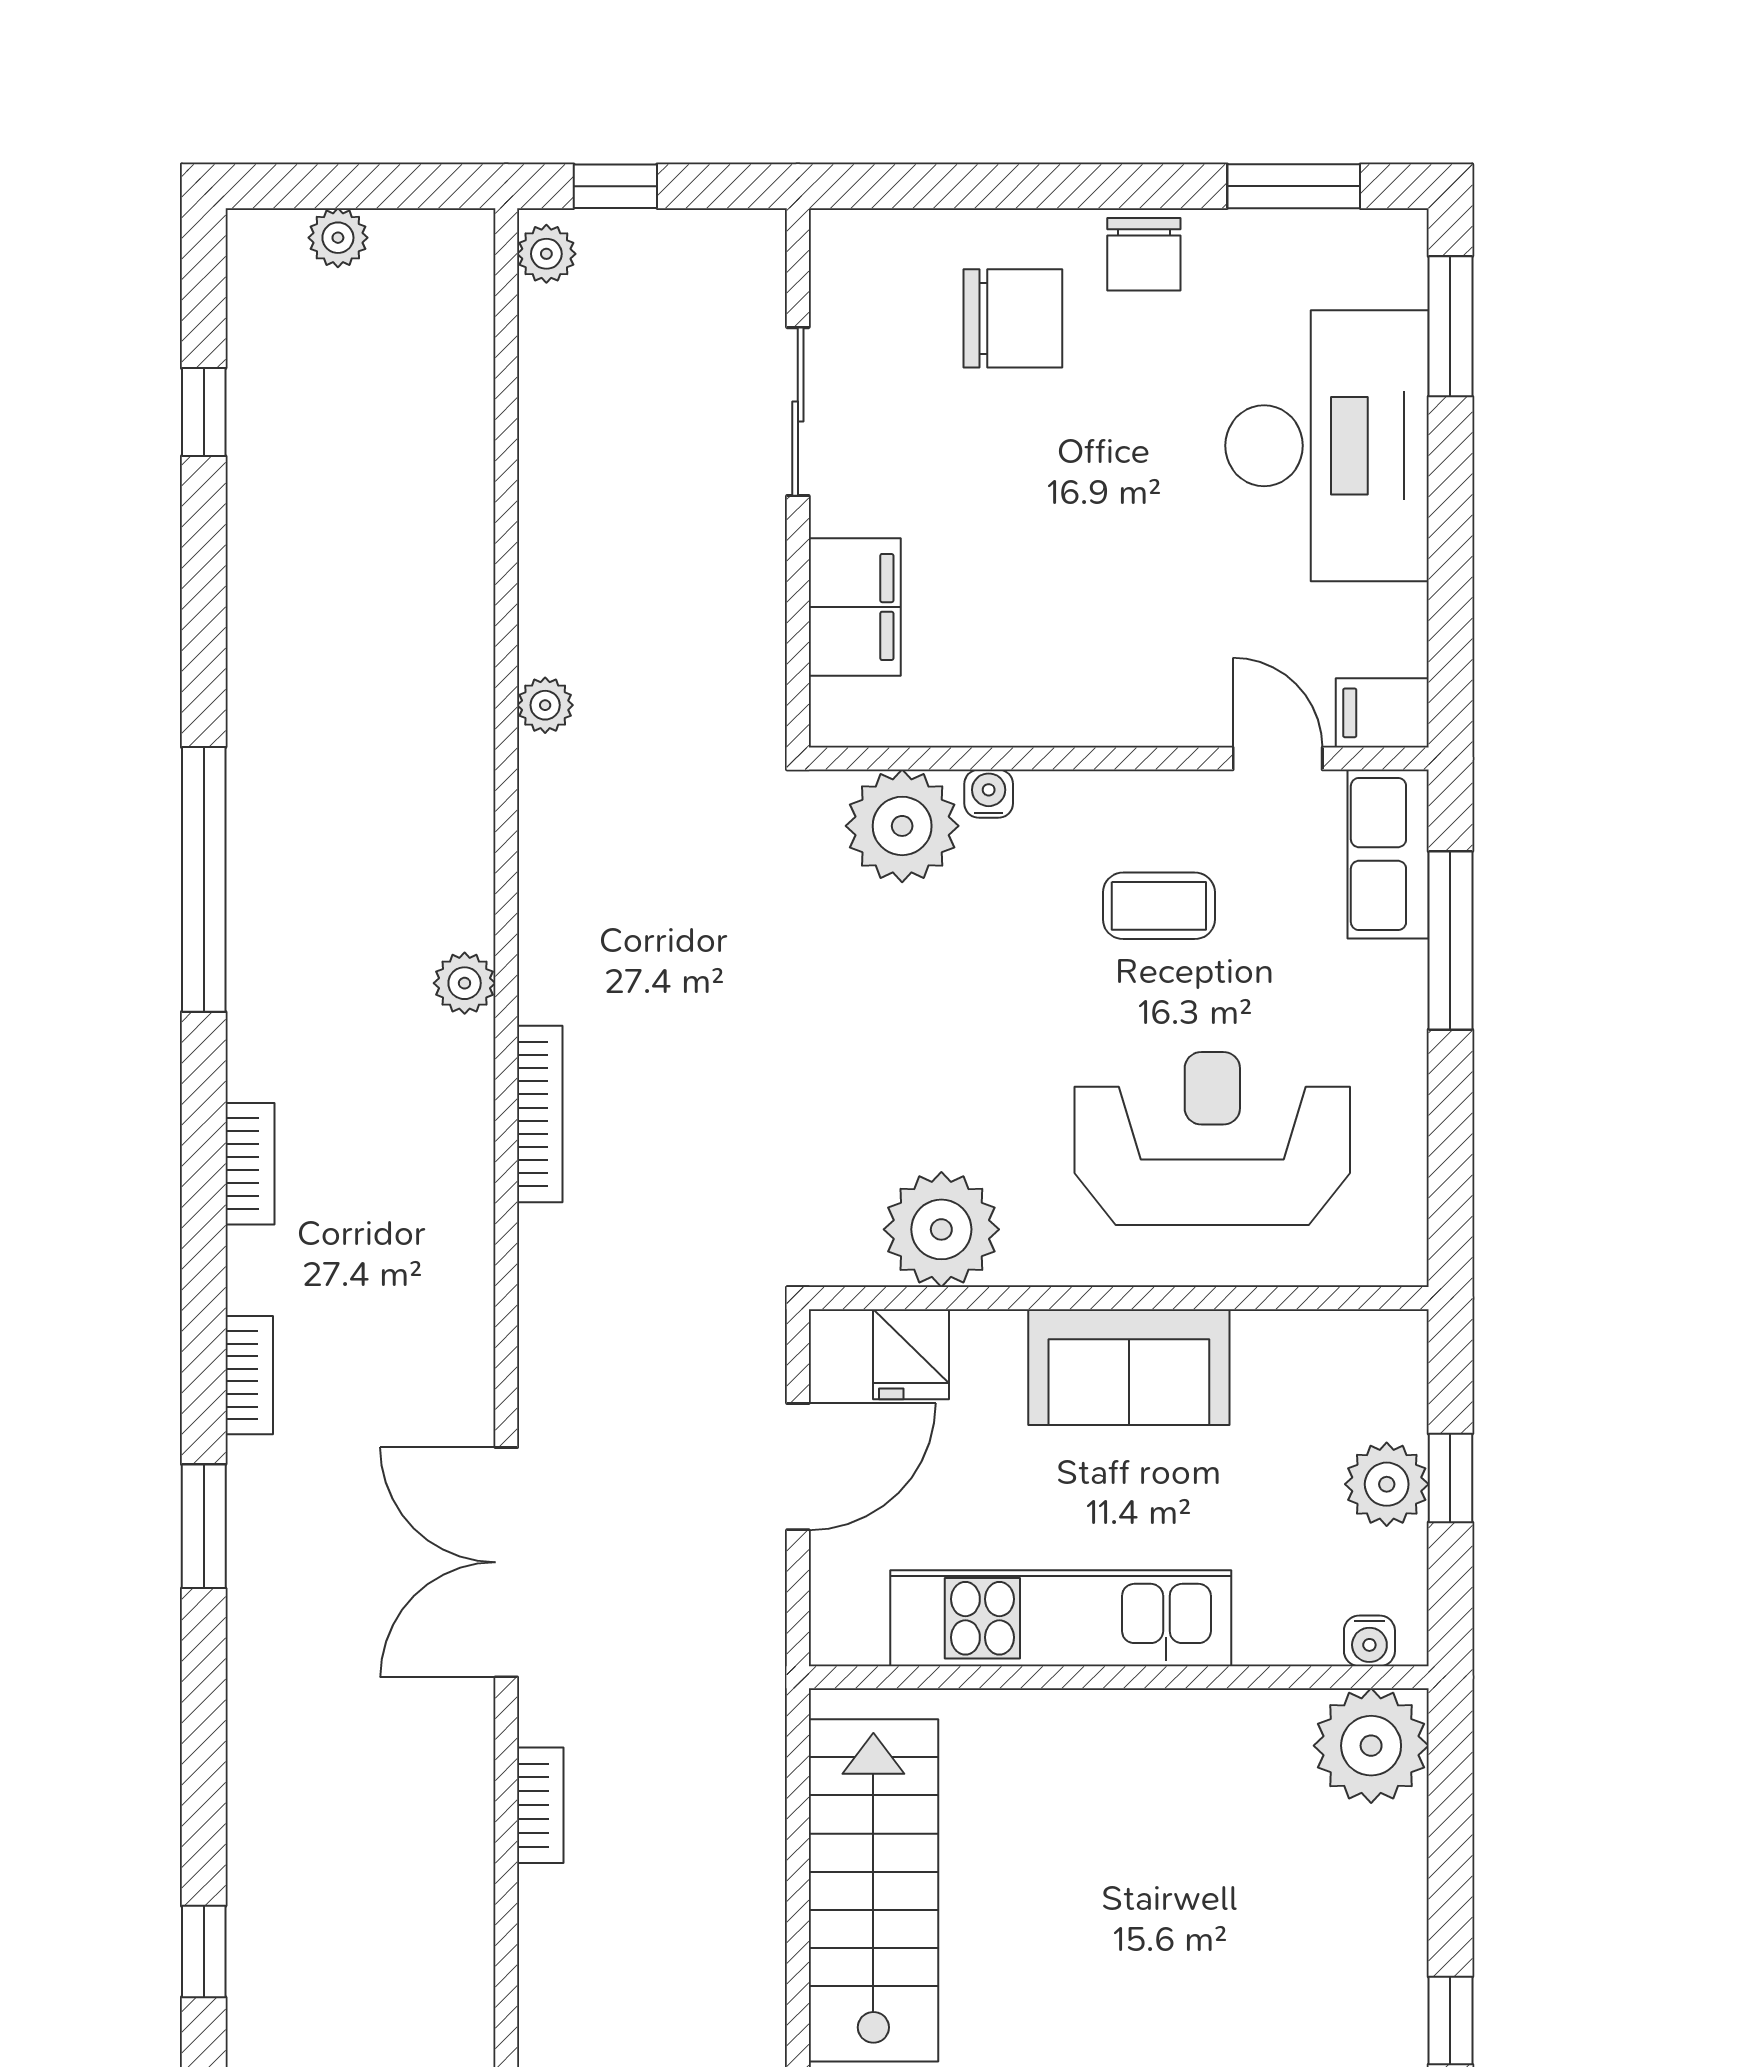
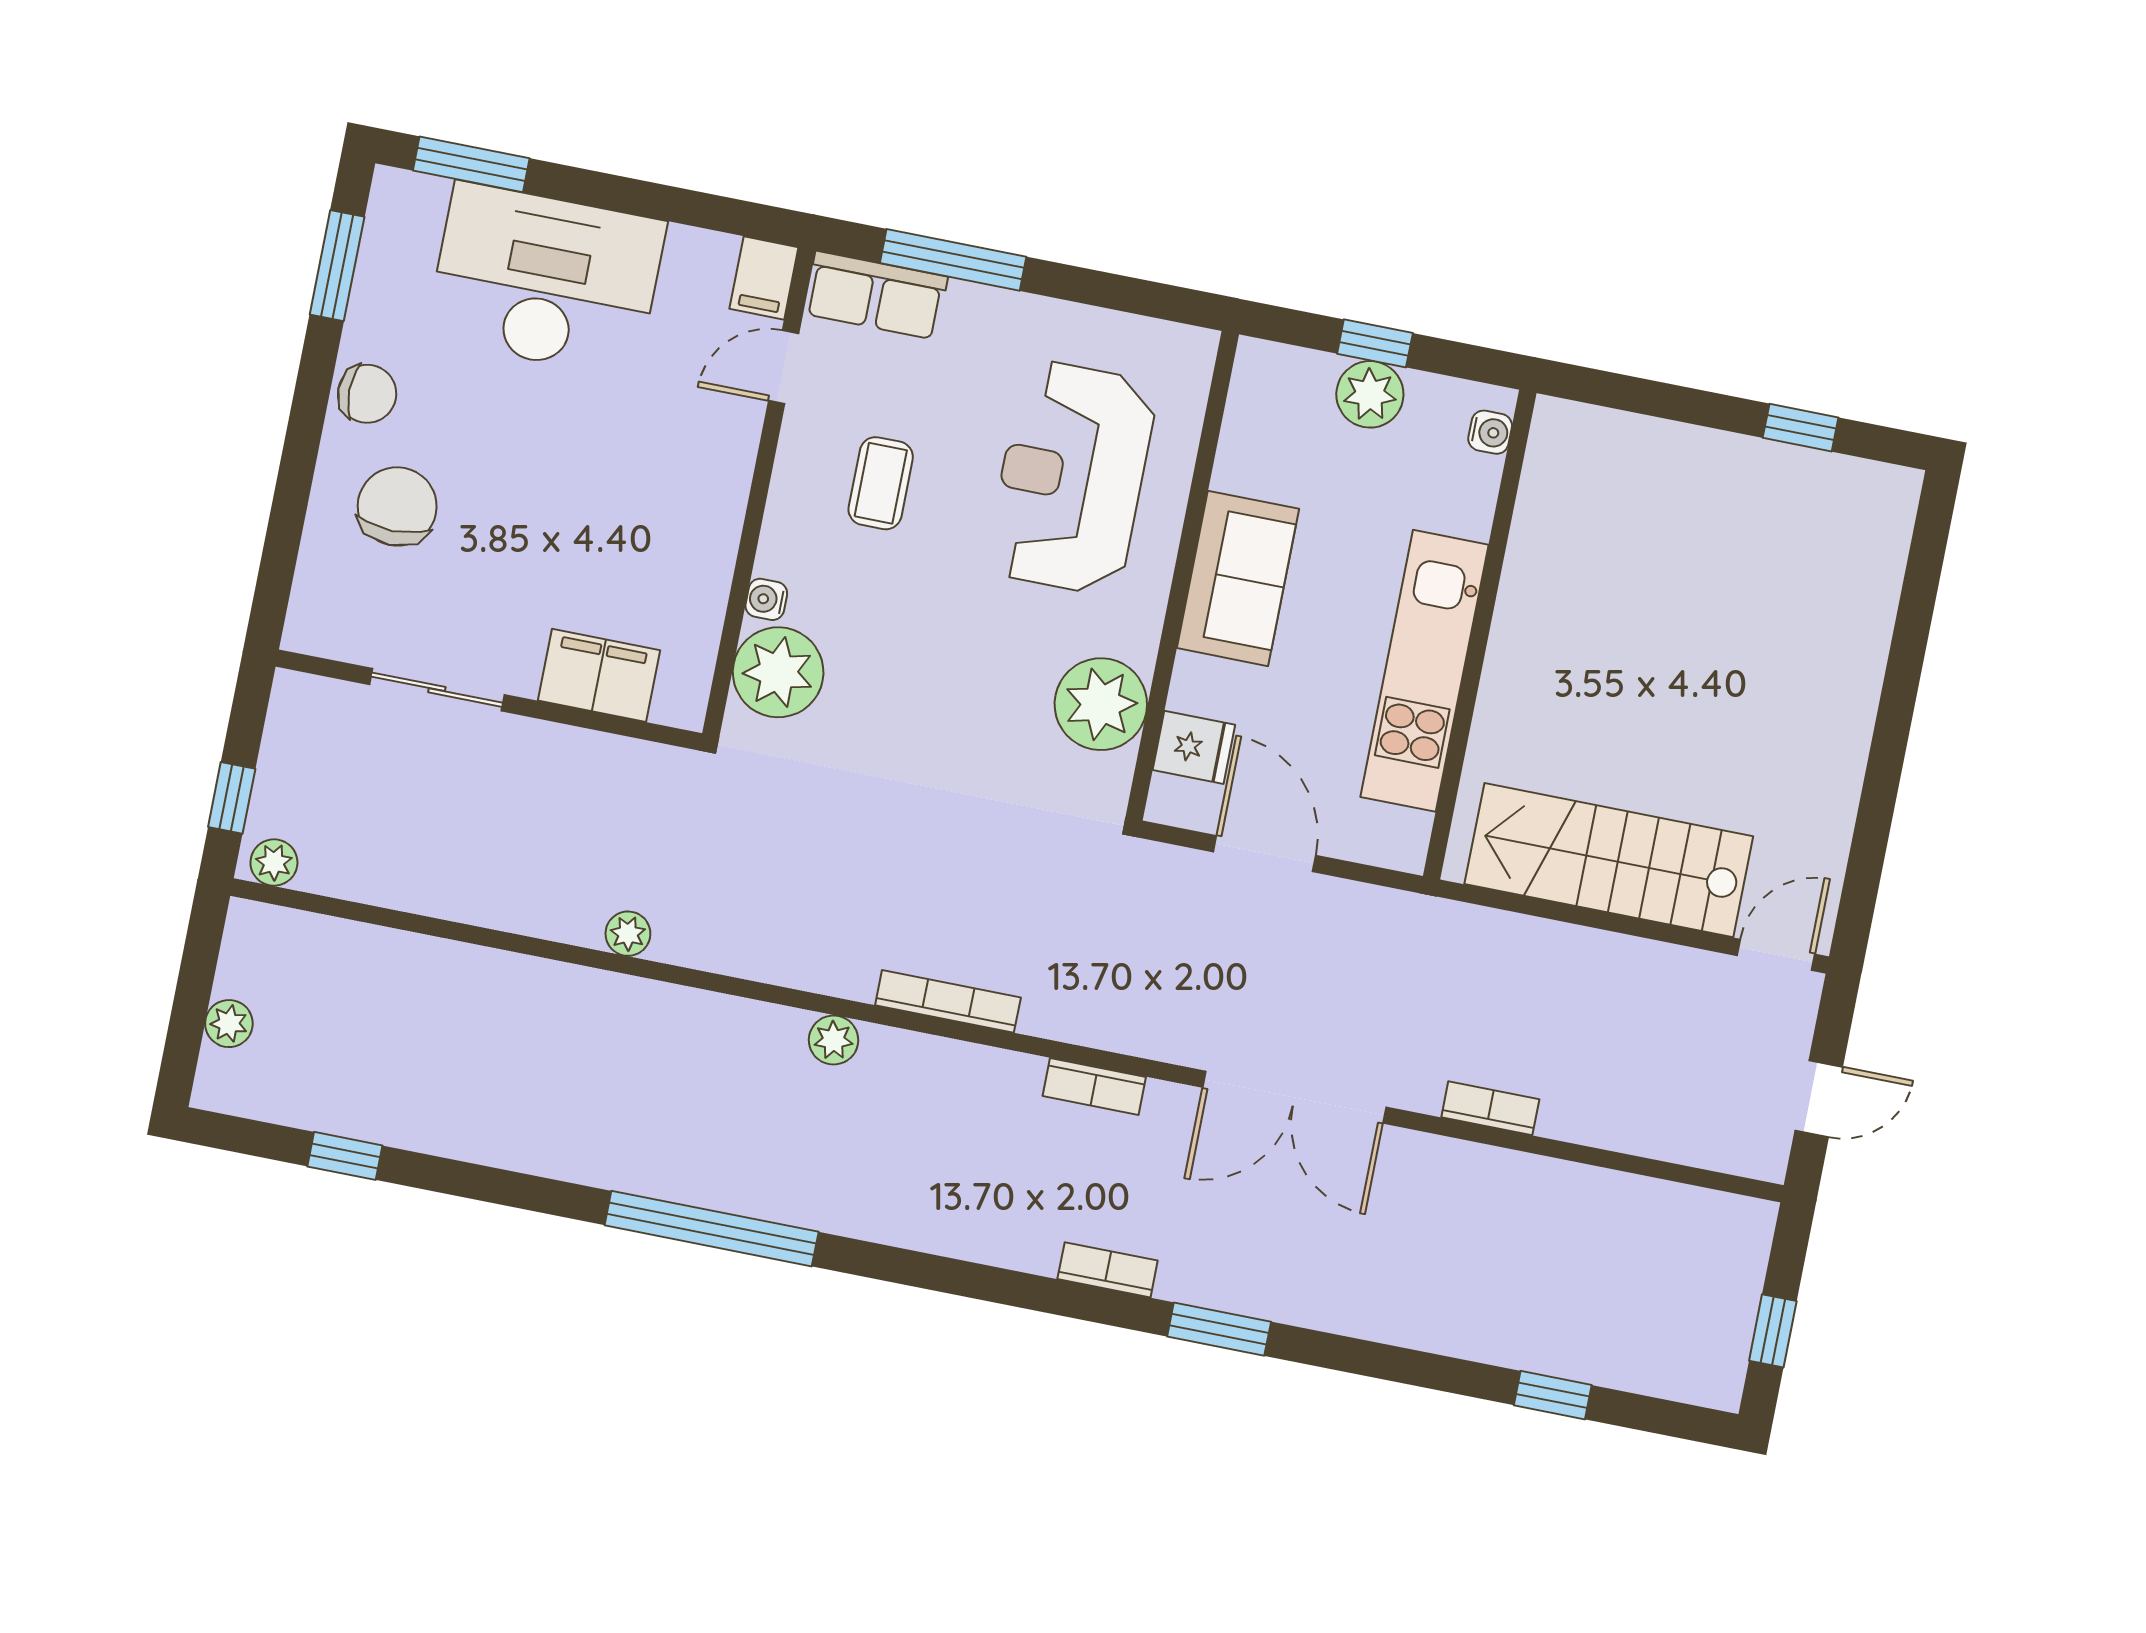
bookcase: (250, 1164) -> (1094, 1086), moved, turned 180
plant: (1371, 1746) -> (1573, 447), removed

